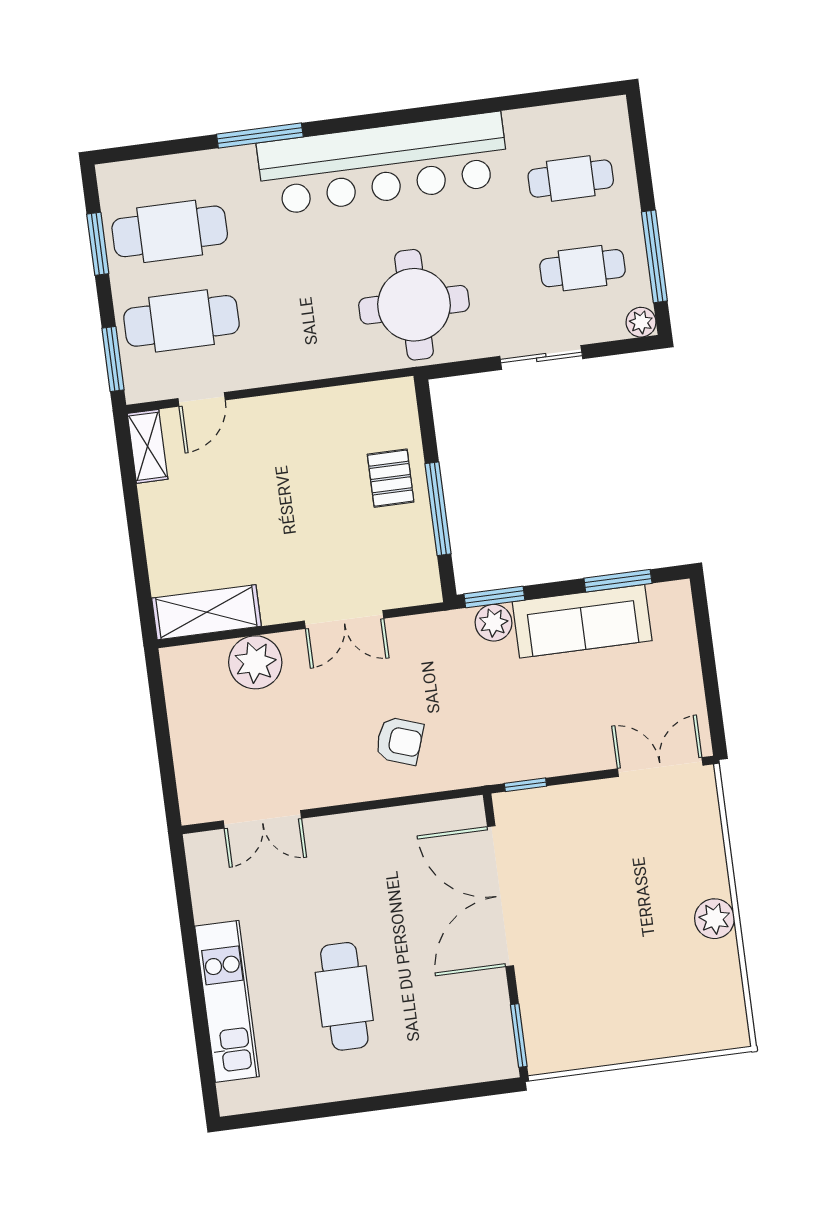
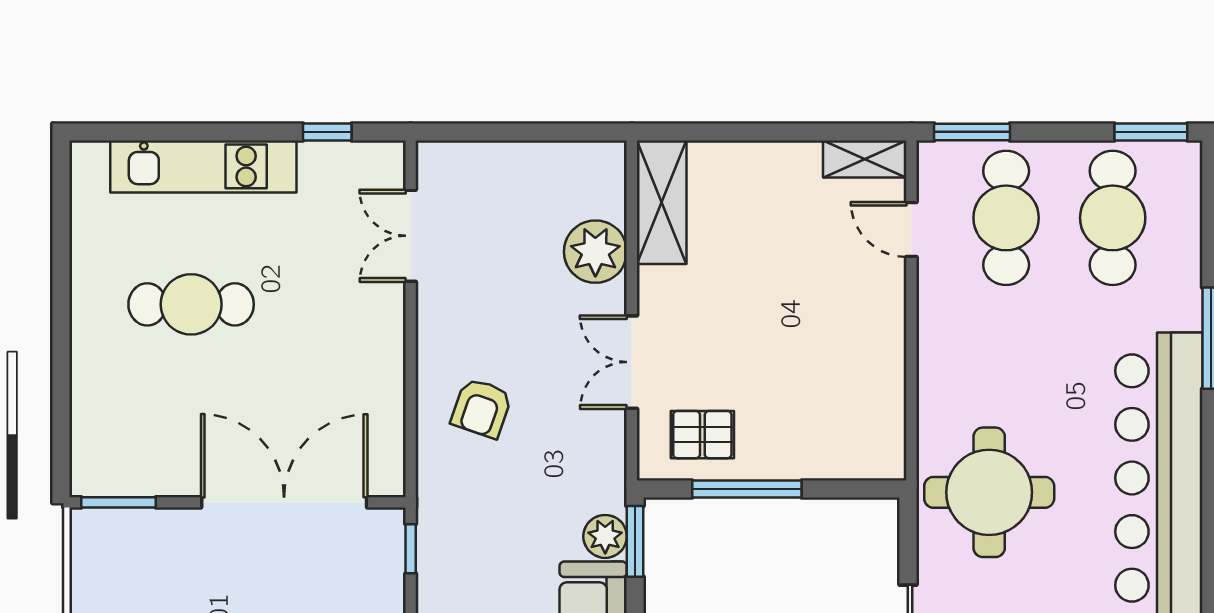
window: (98, 244) -> (1151, 132), moved
pallet: (391, 478) -> (702, 435), moved
window: (184, 901) -> (327, 132), added

